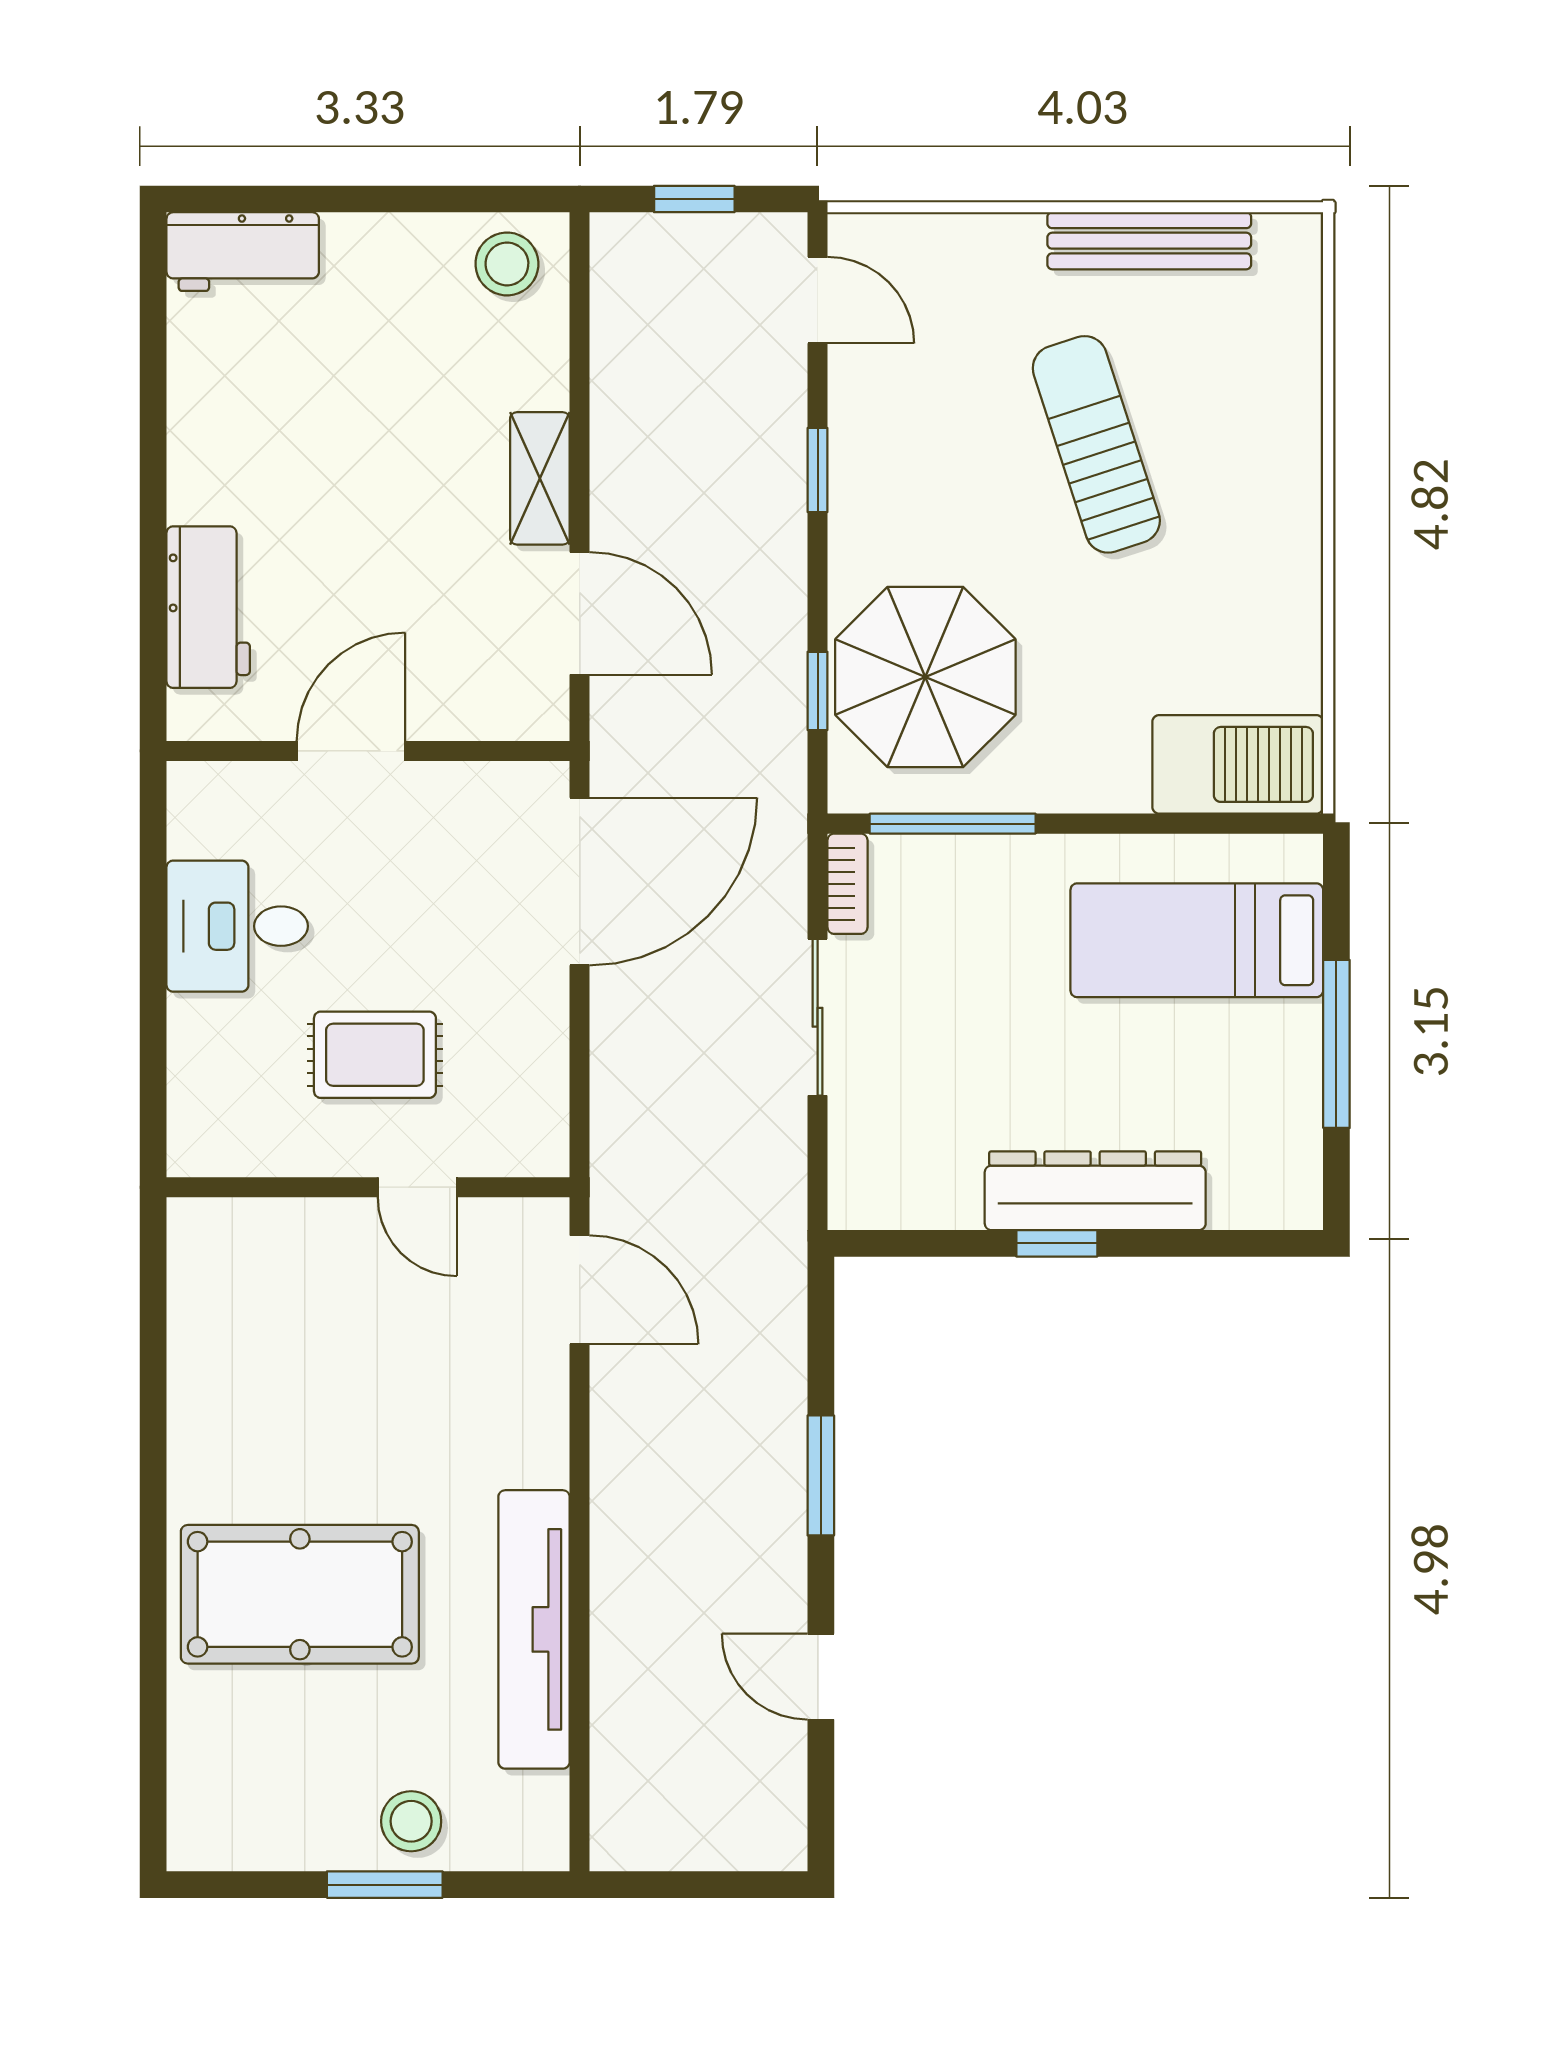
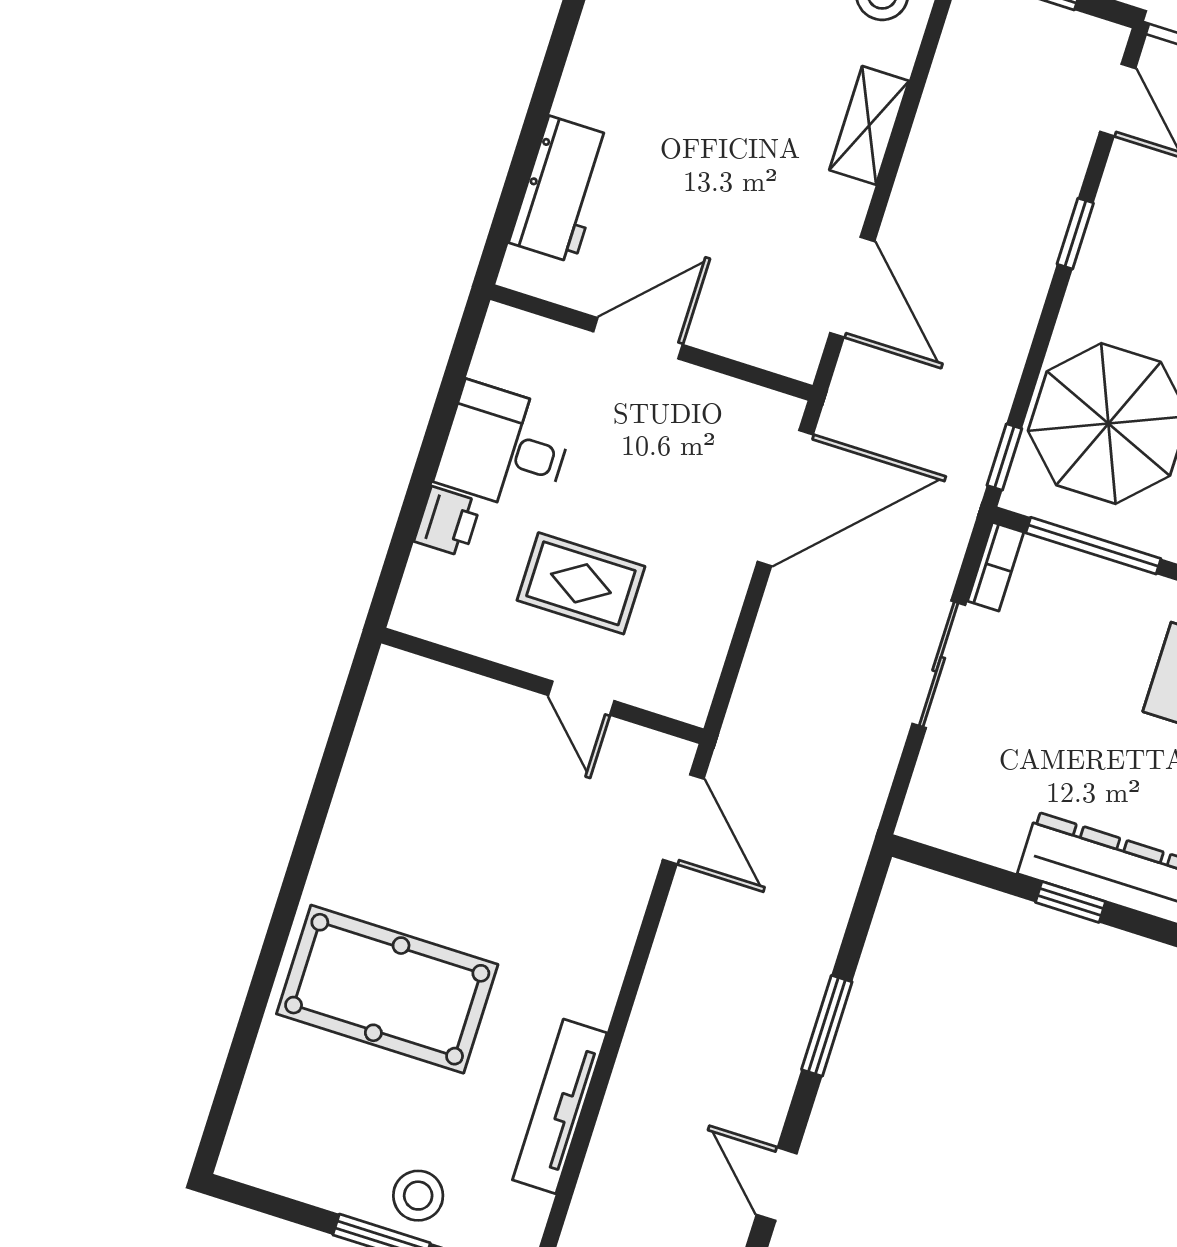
shelving: (540, 478) -> (869, 125), moved
window: (818, 691) -> (1004, 457), moved
printer: (198, 1032) -> (448, 522), added
tv unit: (534, 1629) -> (560, 1106), width x0.73, depth x0.78

